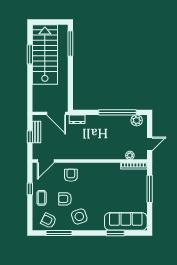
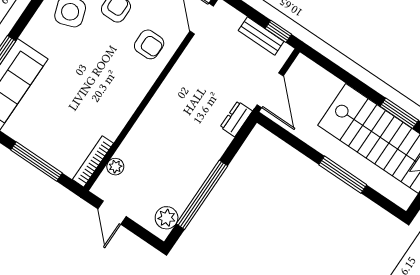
window: (70, 43) -> (343, 175), moved
door: (56, 113) -> (270, 90), swing flipped
window: (30, 137) -> (278, 31), moved

